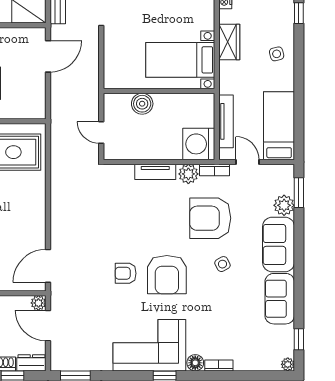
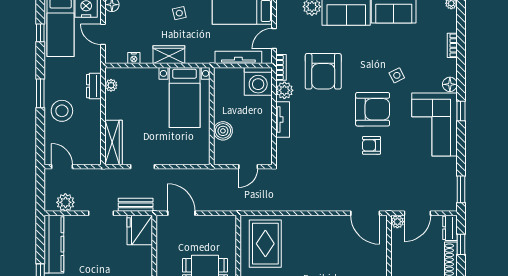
side table: (222, 264) -> (397, 75), moved
armchair: (126, 273) -> (371, 145), turned 90
bookcase: (219, 365) -> (452, 45), moved

